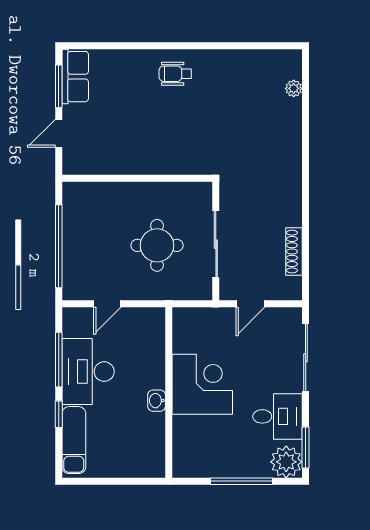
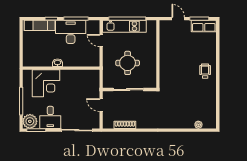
kitchen unit: (76, 252) -> (124, 26), added
corner desk: (202, 384) -> (46, 83), moved

